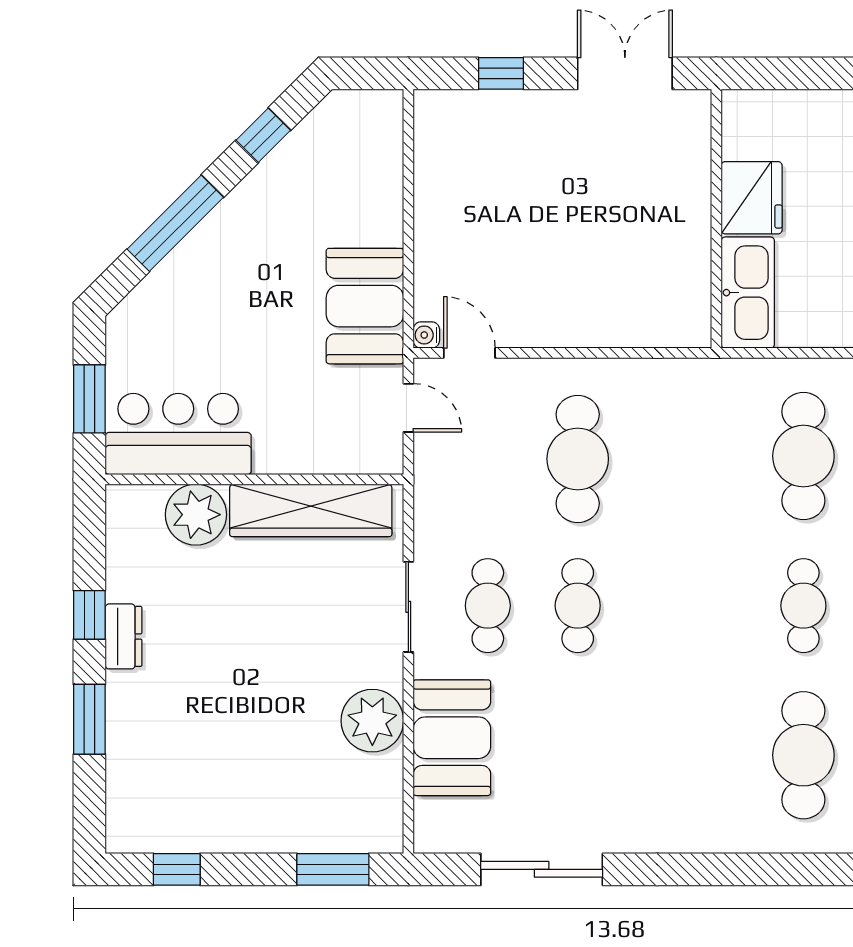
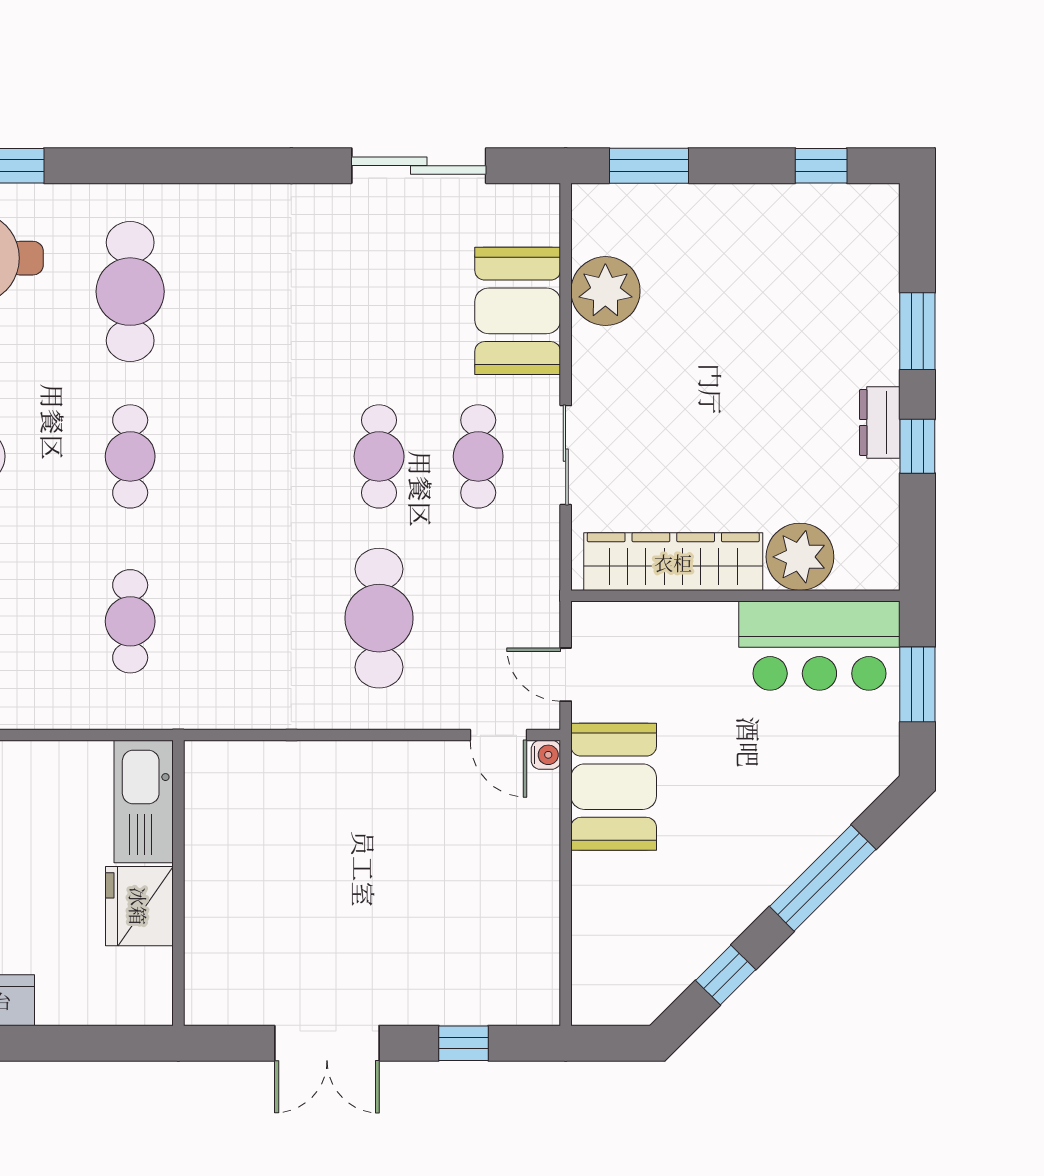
fridge: (752, 198) -> (139, 906), moved
wall: (716, 219) -> (178, 883), moved
kitchen sink: (748, 293) -> (144, 802), moved
cafe table: (803, 456) -> (130, 621), width x0.73, depth x0.74
plant: (372, 721) -> (605, 291), moved

